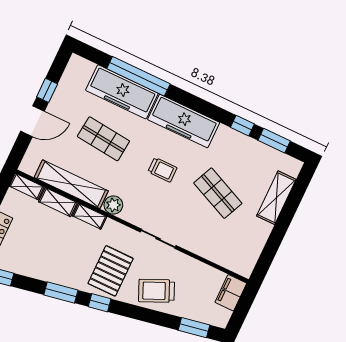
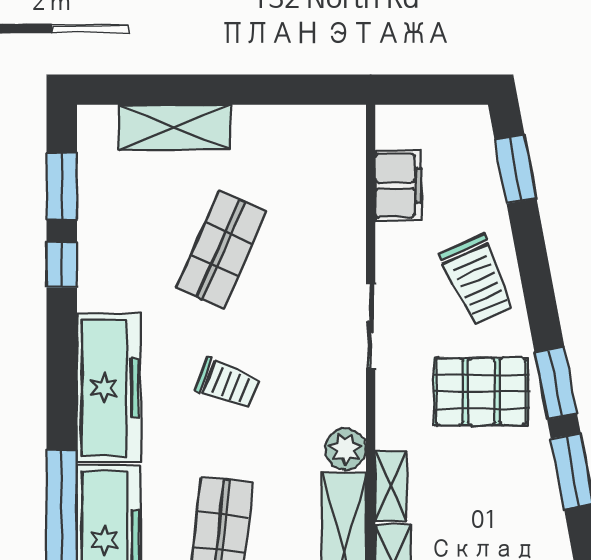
trolley: (162, 170) -> (227, 384), turned 111
filing cabinet: (231, 293) -> (398, 186), moved, turned -90
window: (100, 303) -> (556, 383), width x1.50

